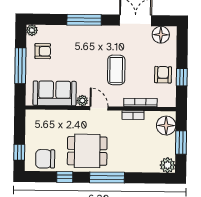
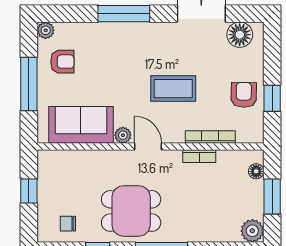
coffee table: (116, 70) -> (173, 89), turned 90
floor lamp: (166, 126) -> (256, 171), width x0.53, depth x0.53
window: (19, 152) -> (29, 191), moved
chair: (45, 159) -> (68, 224), width x0.54, depth x0.54

